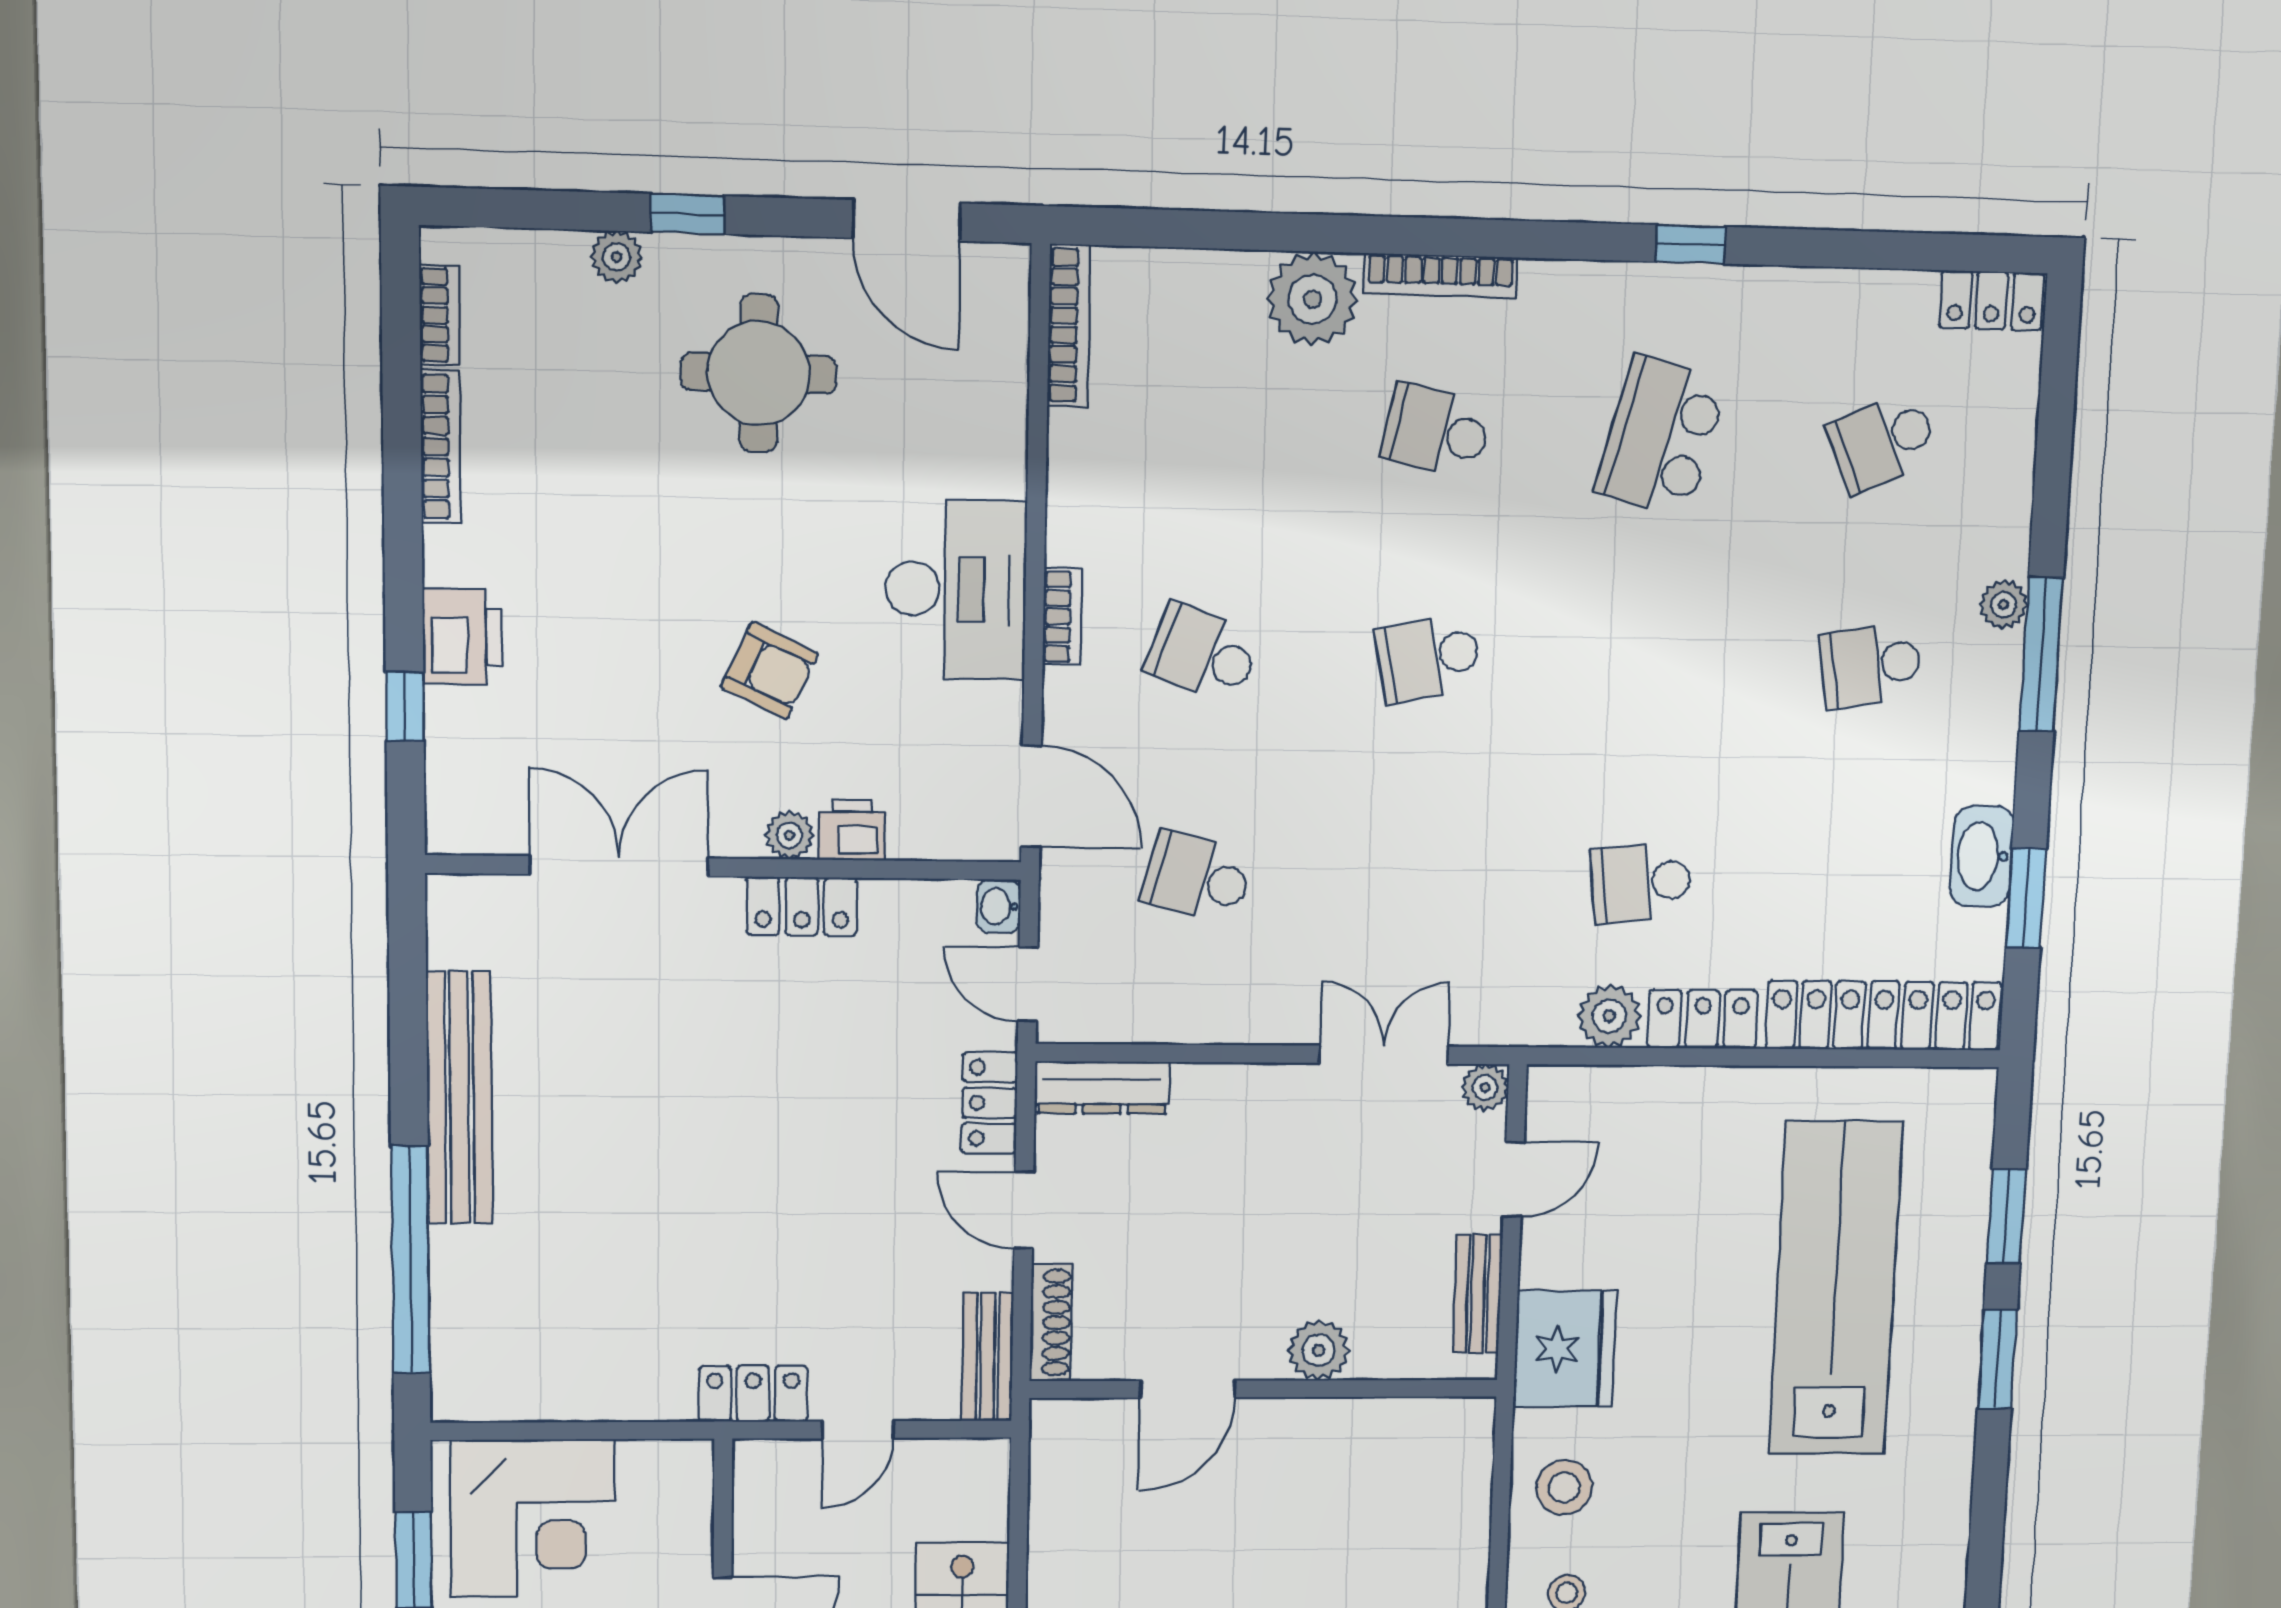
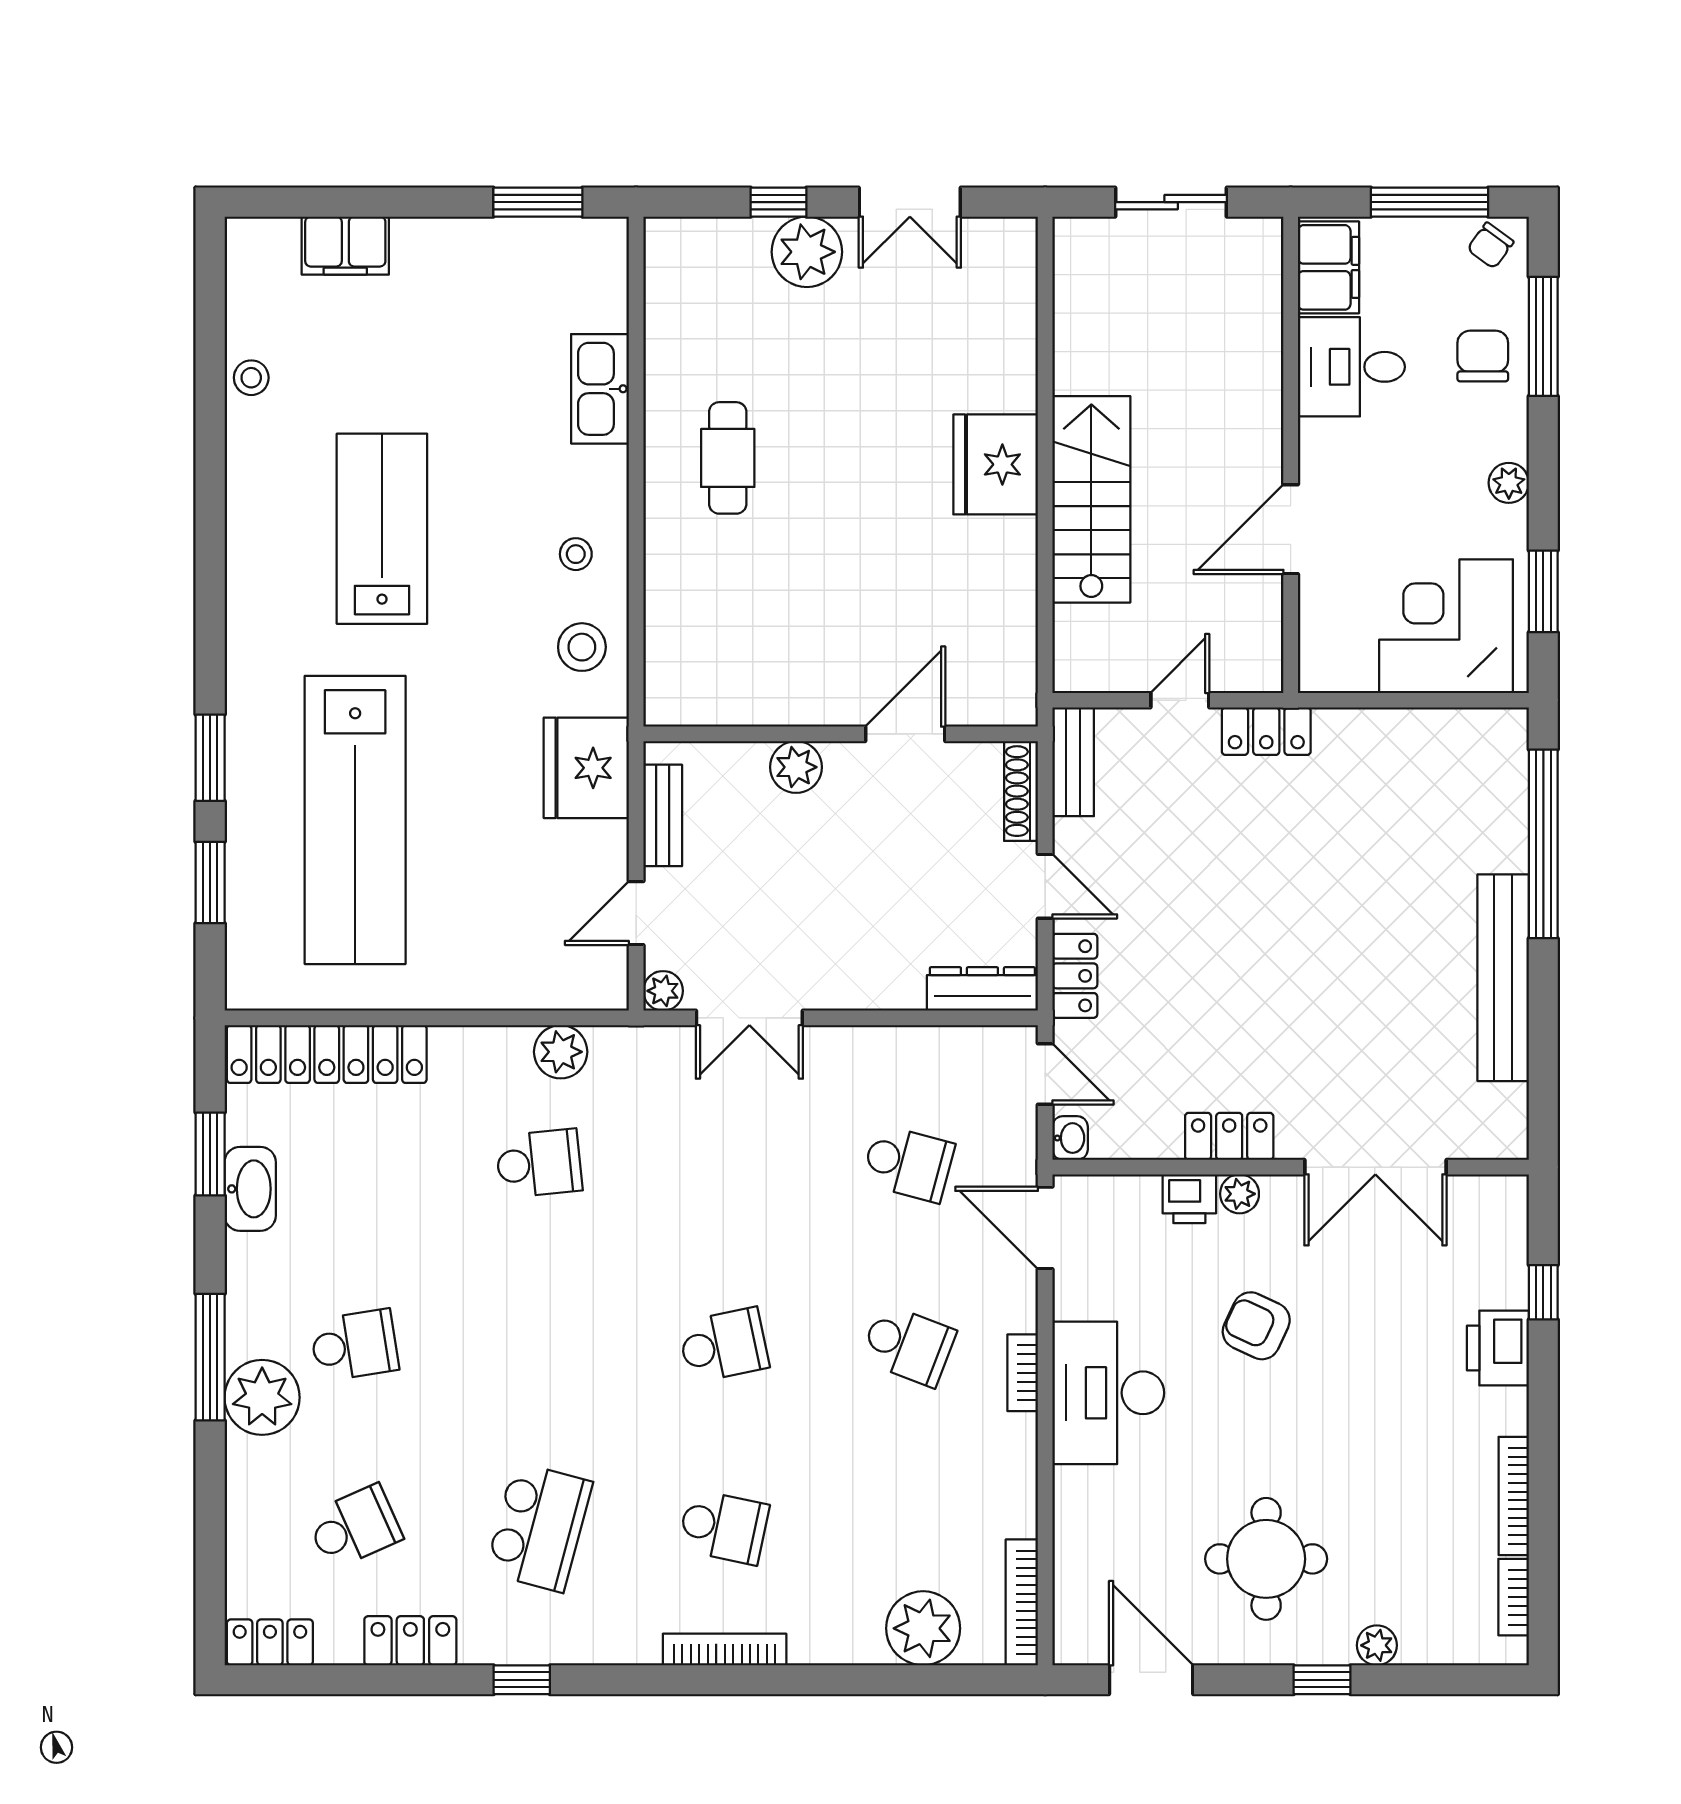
plant: (1313, 299) -> (923, 1628), moved
plant: (2004, 605) -> (262, 1397), width x1.88, depth x1.88
locker: (1702, 1019) -> (410, 1641), moved, turned 180

